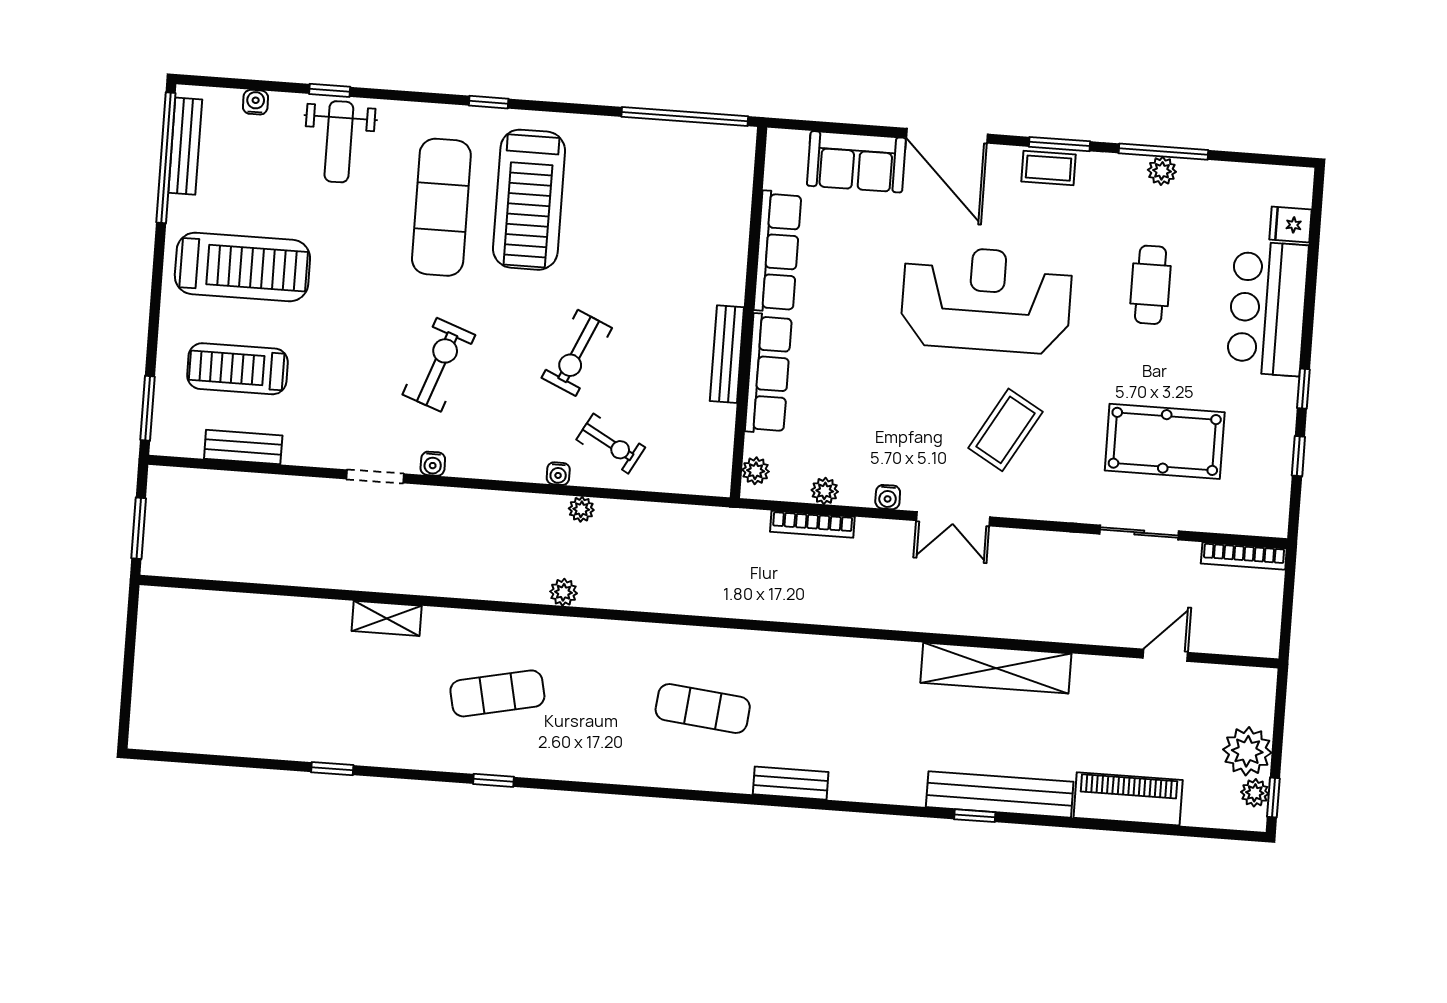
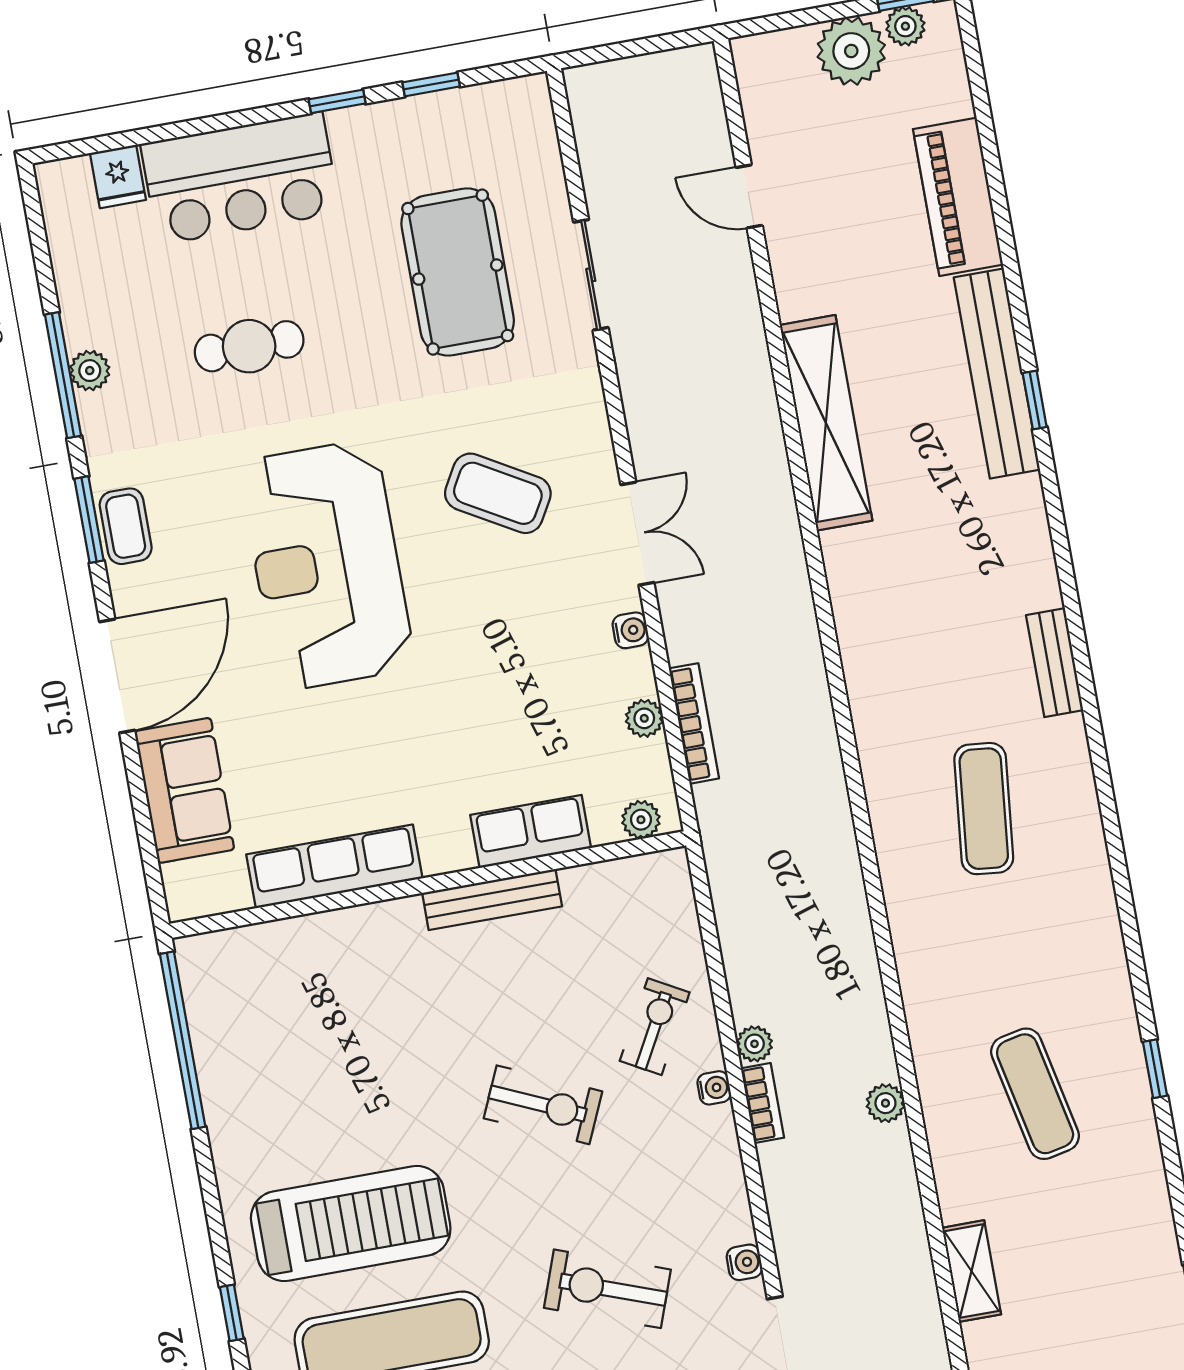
row of seats: (768, 374) -> (531, 832), width x0.68
bookcase: (1244, 556) -> (762, 1103), moved, width x0.64
plant: (563, 592) -> (885, 1103), moved

